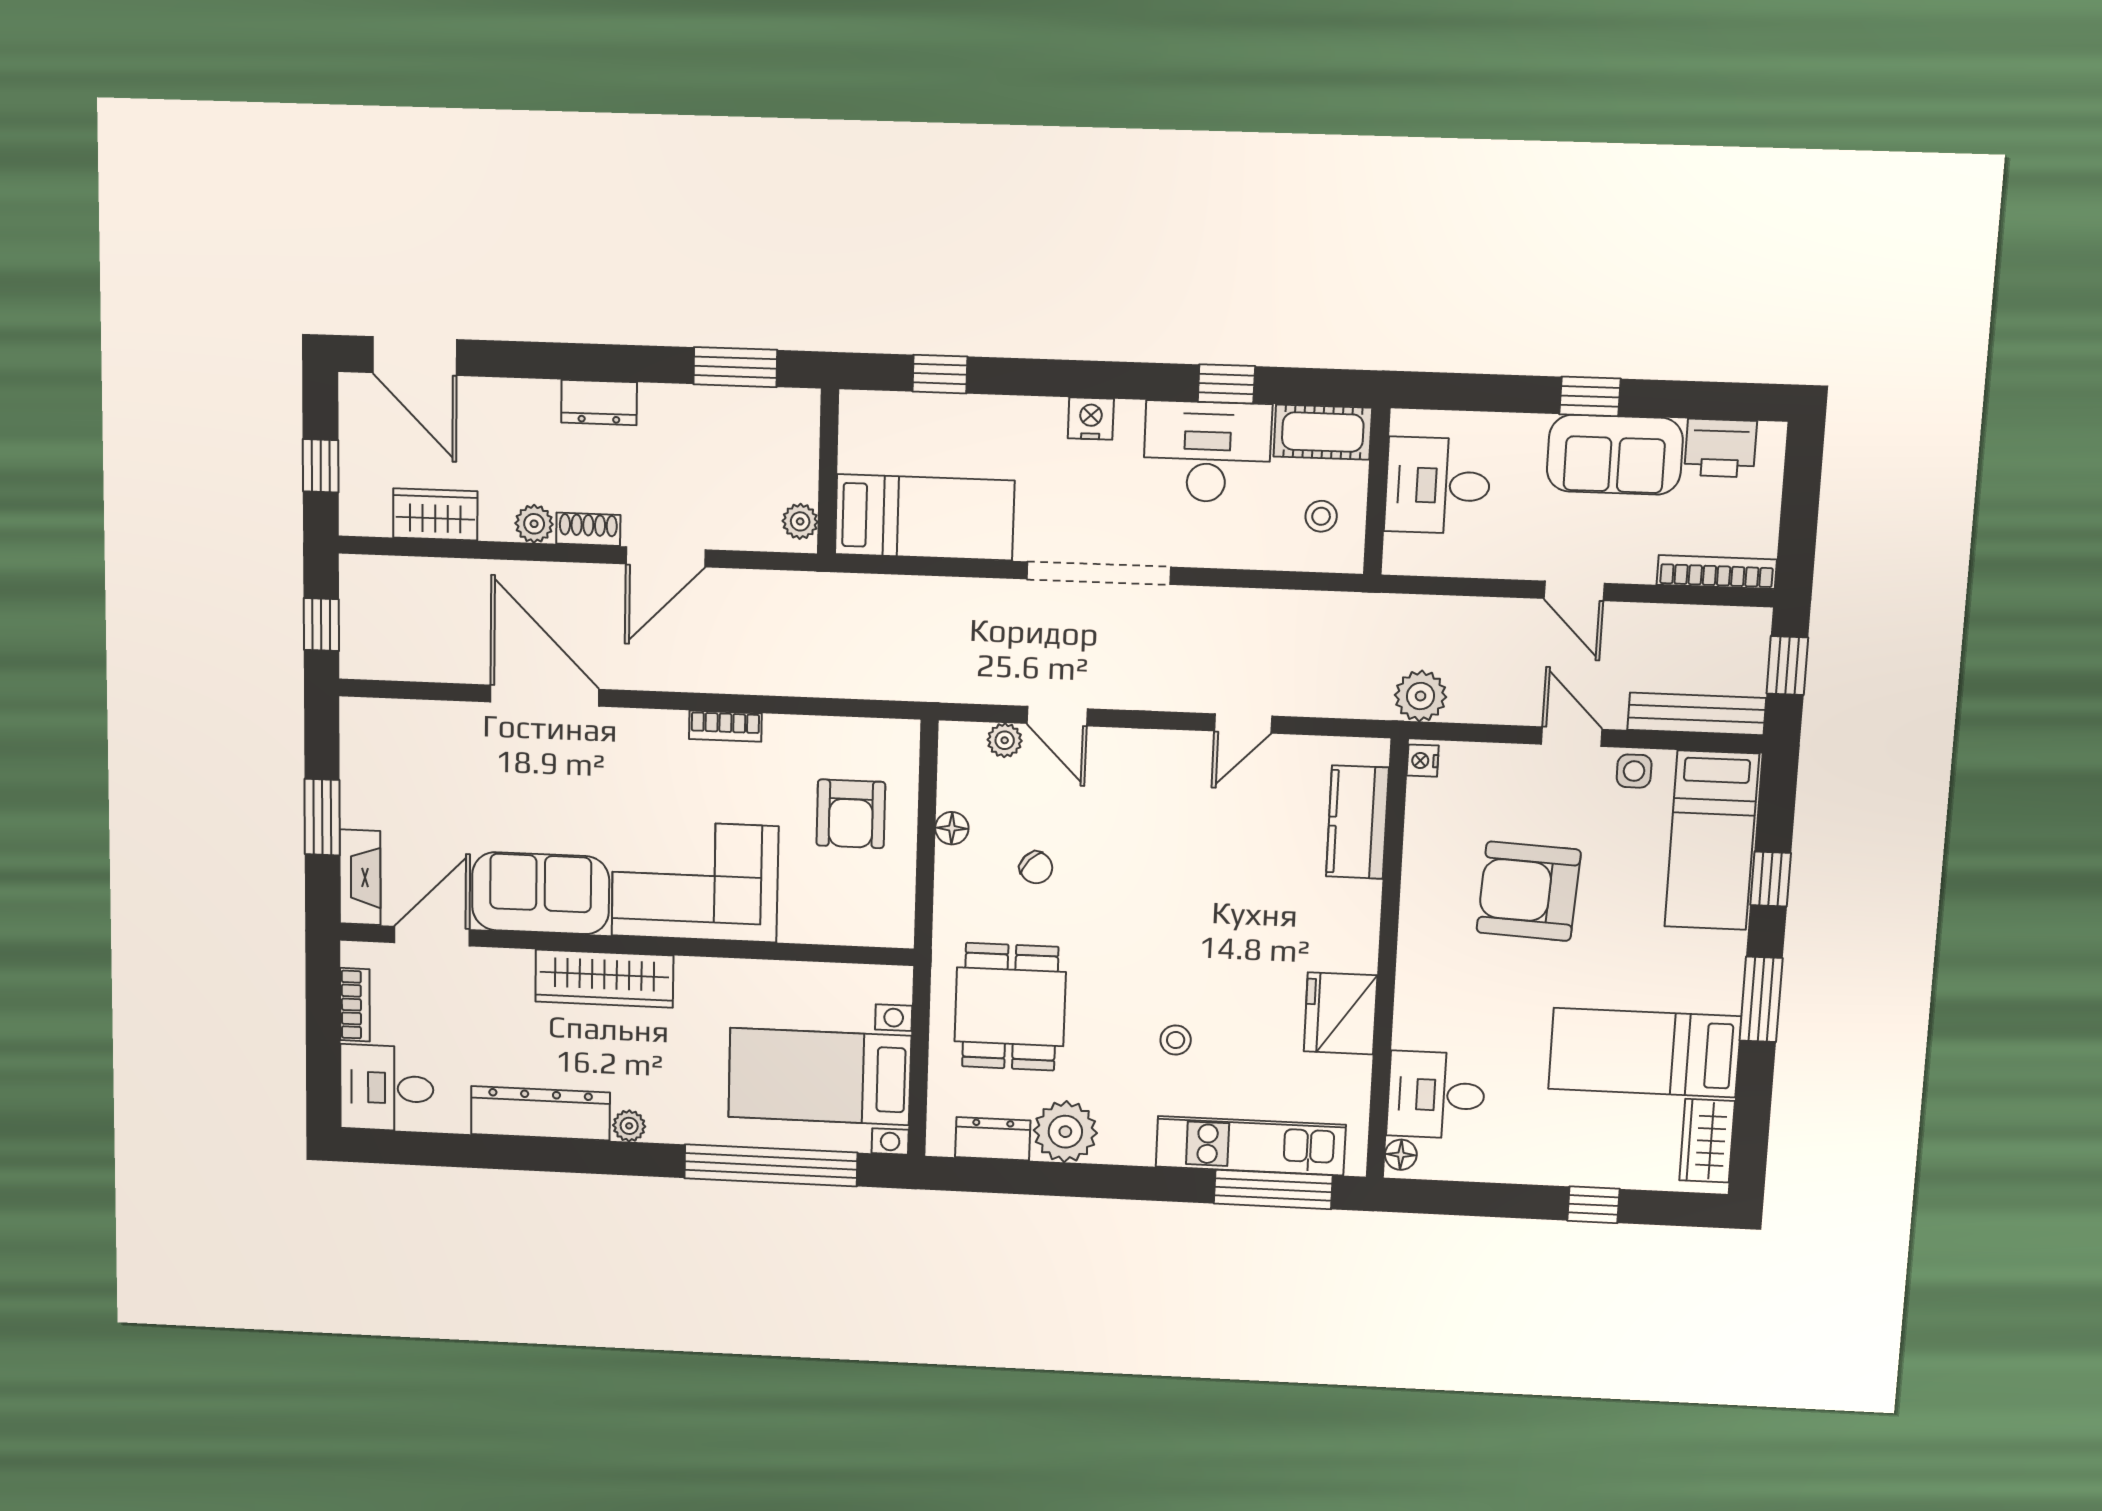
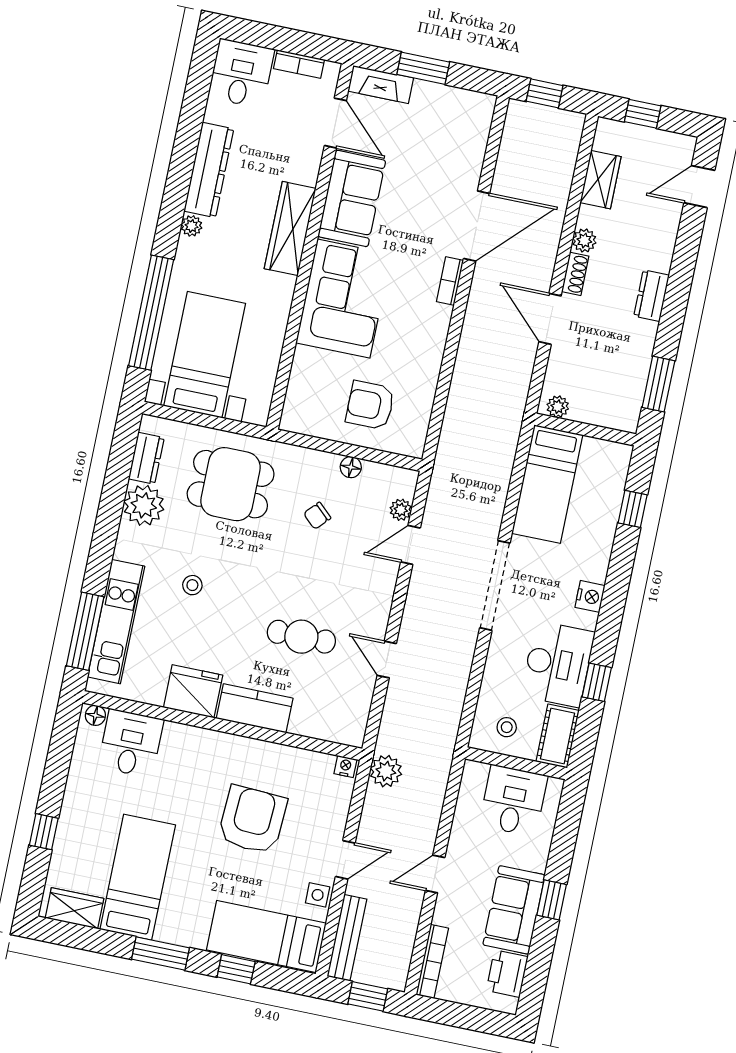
door: (415, 356) -> (699, 187), width x0.73
bookcase: (725, 726) -> (450, 281), moved
kitchen counter: (1357, 822) -> (255, 708), moved
cafe table: (1229, 862) -> (301, 637), added

